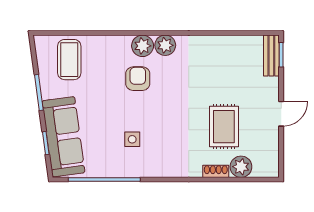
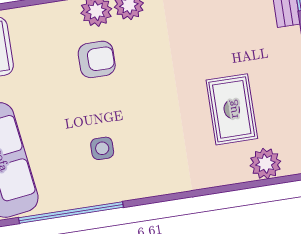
armchair: (138, 79) -> (97, 59), turned 90
shoe rack: (216, 171) -> (230, 176), removed

